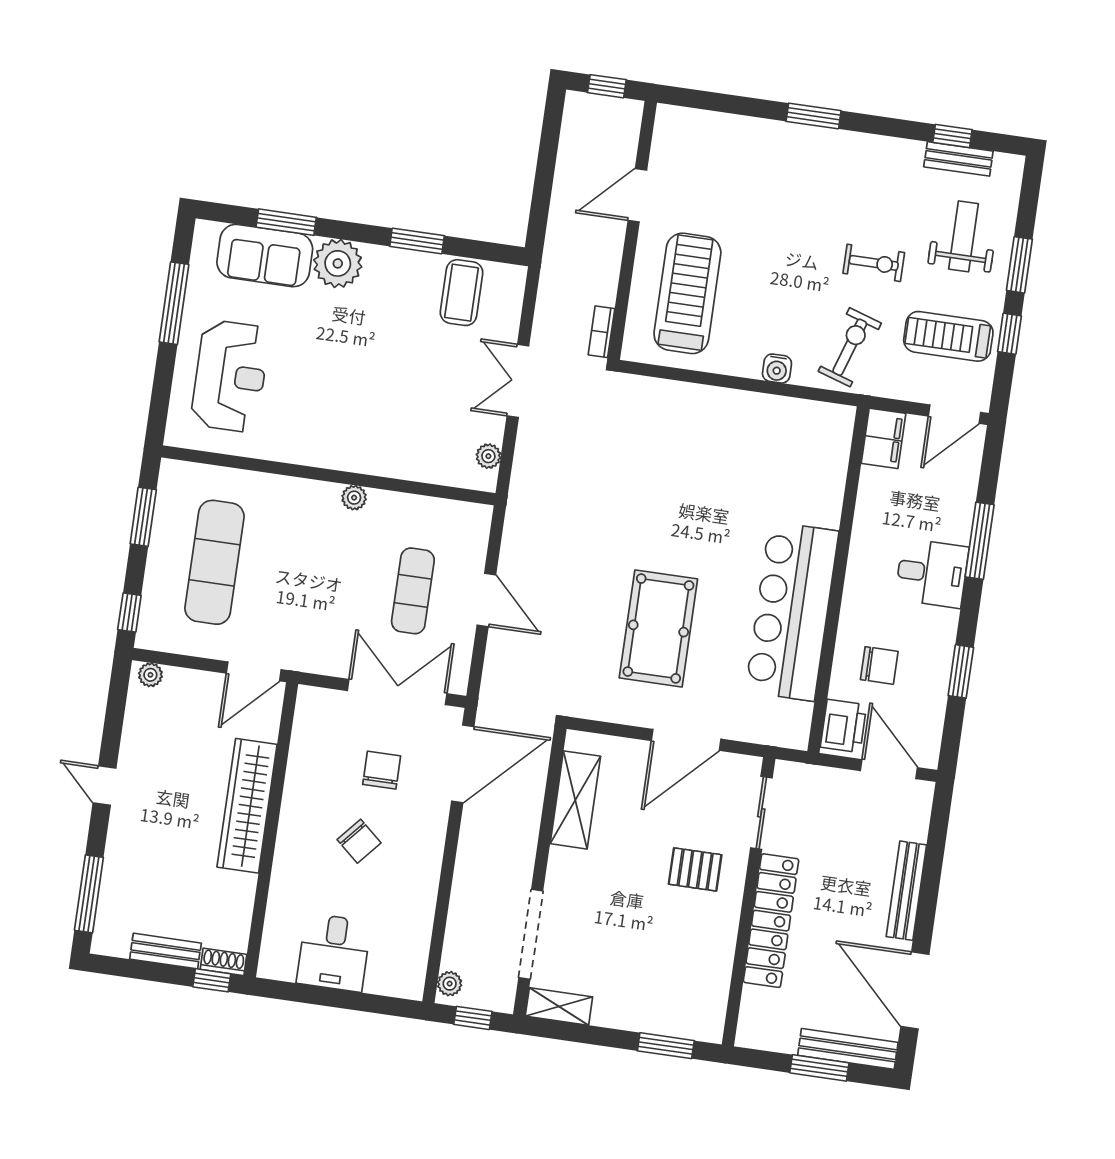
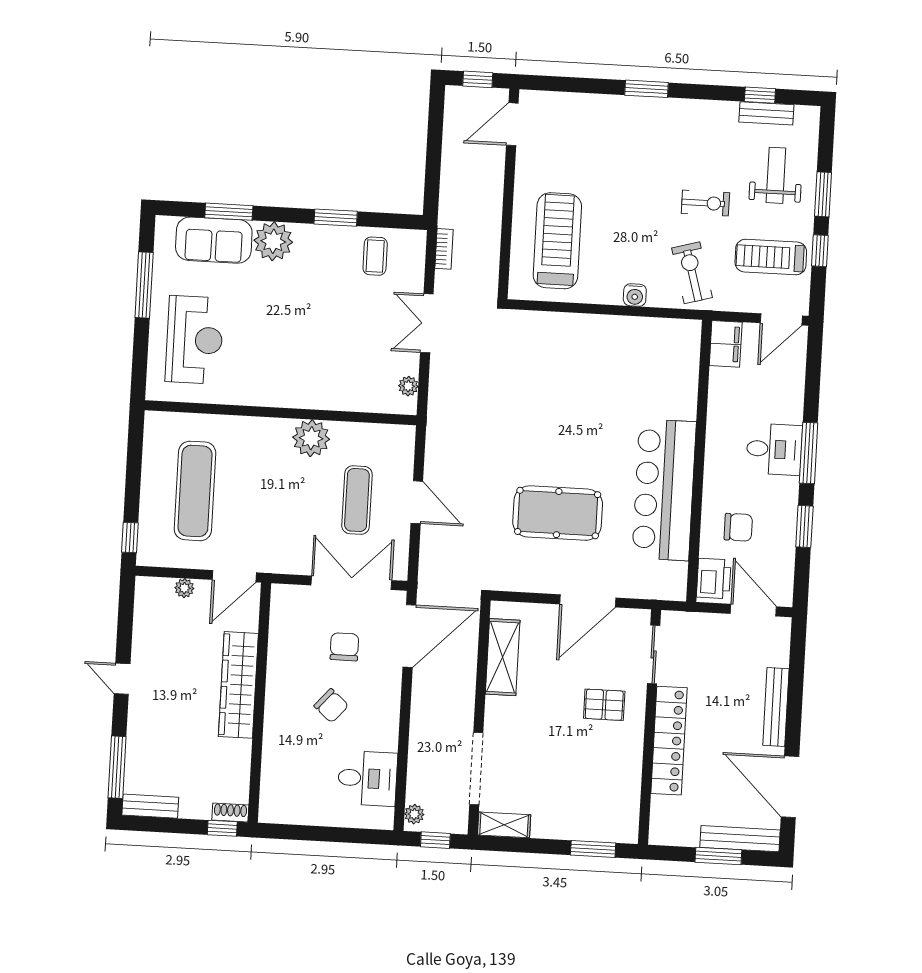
door: (637, 195) -> (512, 124), moved
coffee table: (461, 293) -> (375, 256), width x0.73, depth x0.77
bookcase: (601, 332) -> (444, 249), moved, turned 180
exercise bike: (850, 347) -> (692, 273), turned -34
plant: (354, 498) -> (311, 438), width x1.88, depth x1.88
window: (143, 517) -> (134, 459), removed
window: (980, 541) -> (809, 453), moved
pool table: (658, 628) -> (558, 513), turned 90
plant: (150, 675) -> (184, 588), moved
bench: (165, 951) -> (150, 806), moved
desk: (334, 952) -> (367, 778), moved, turned -90

